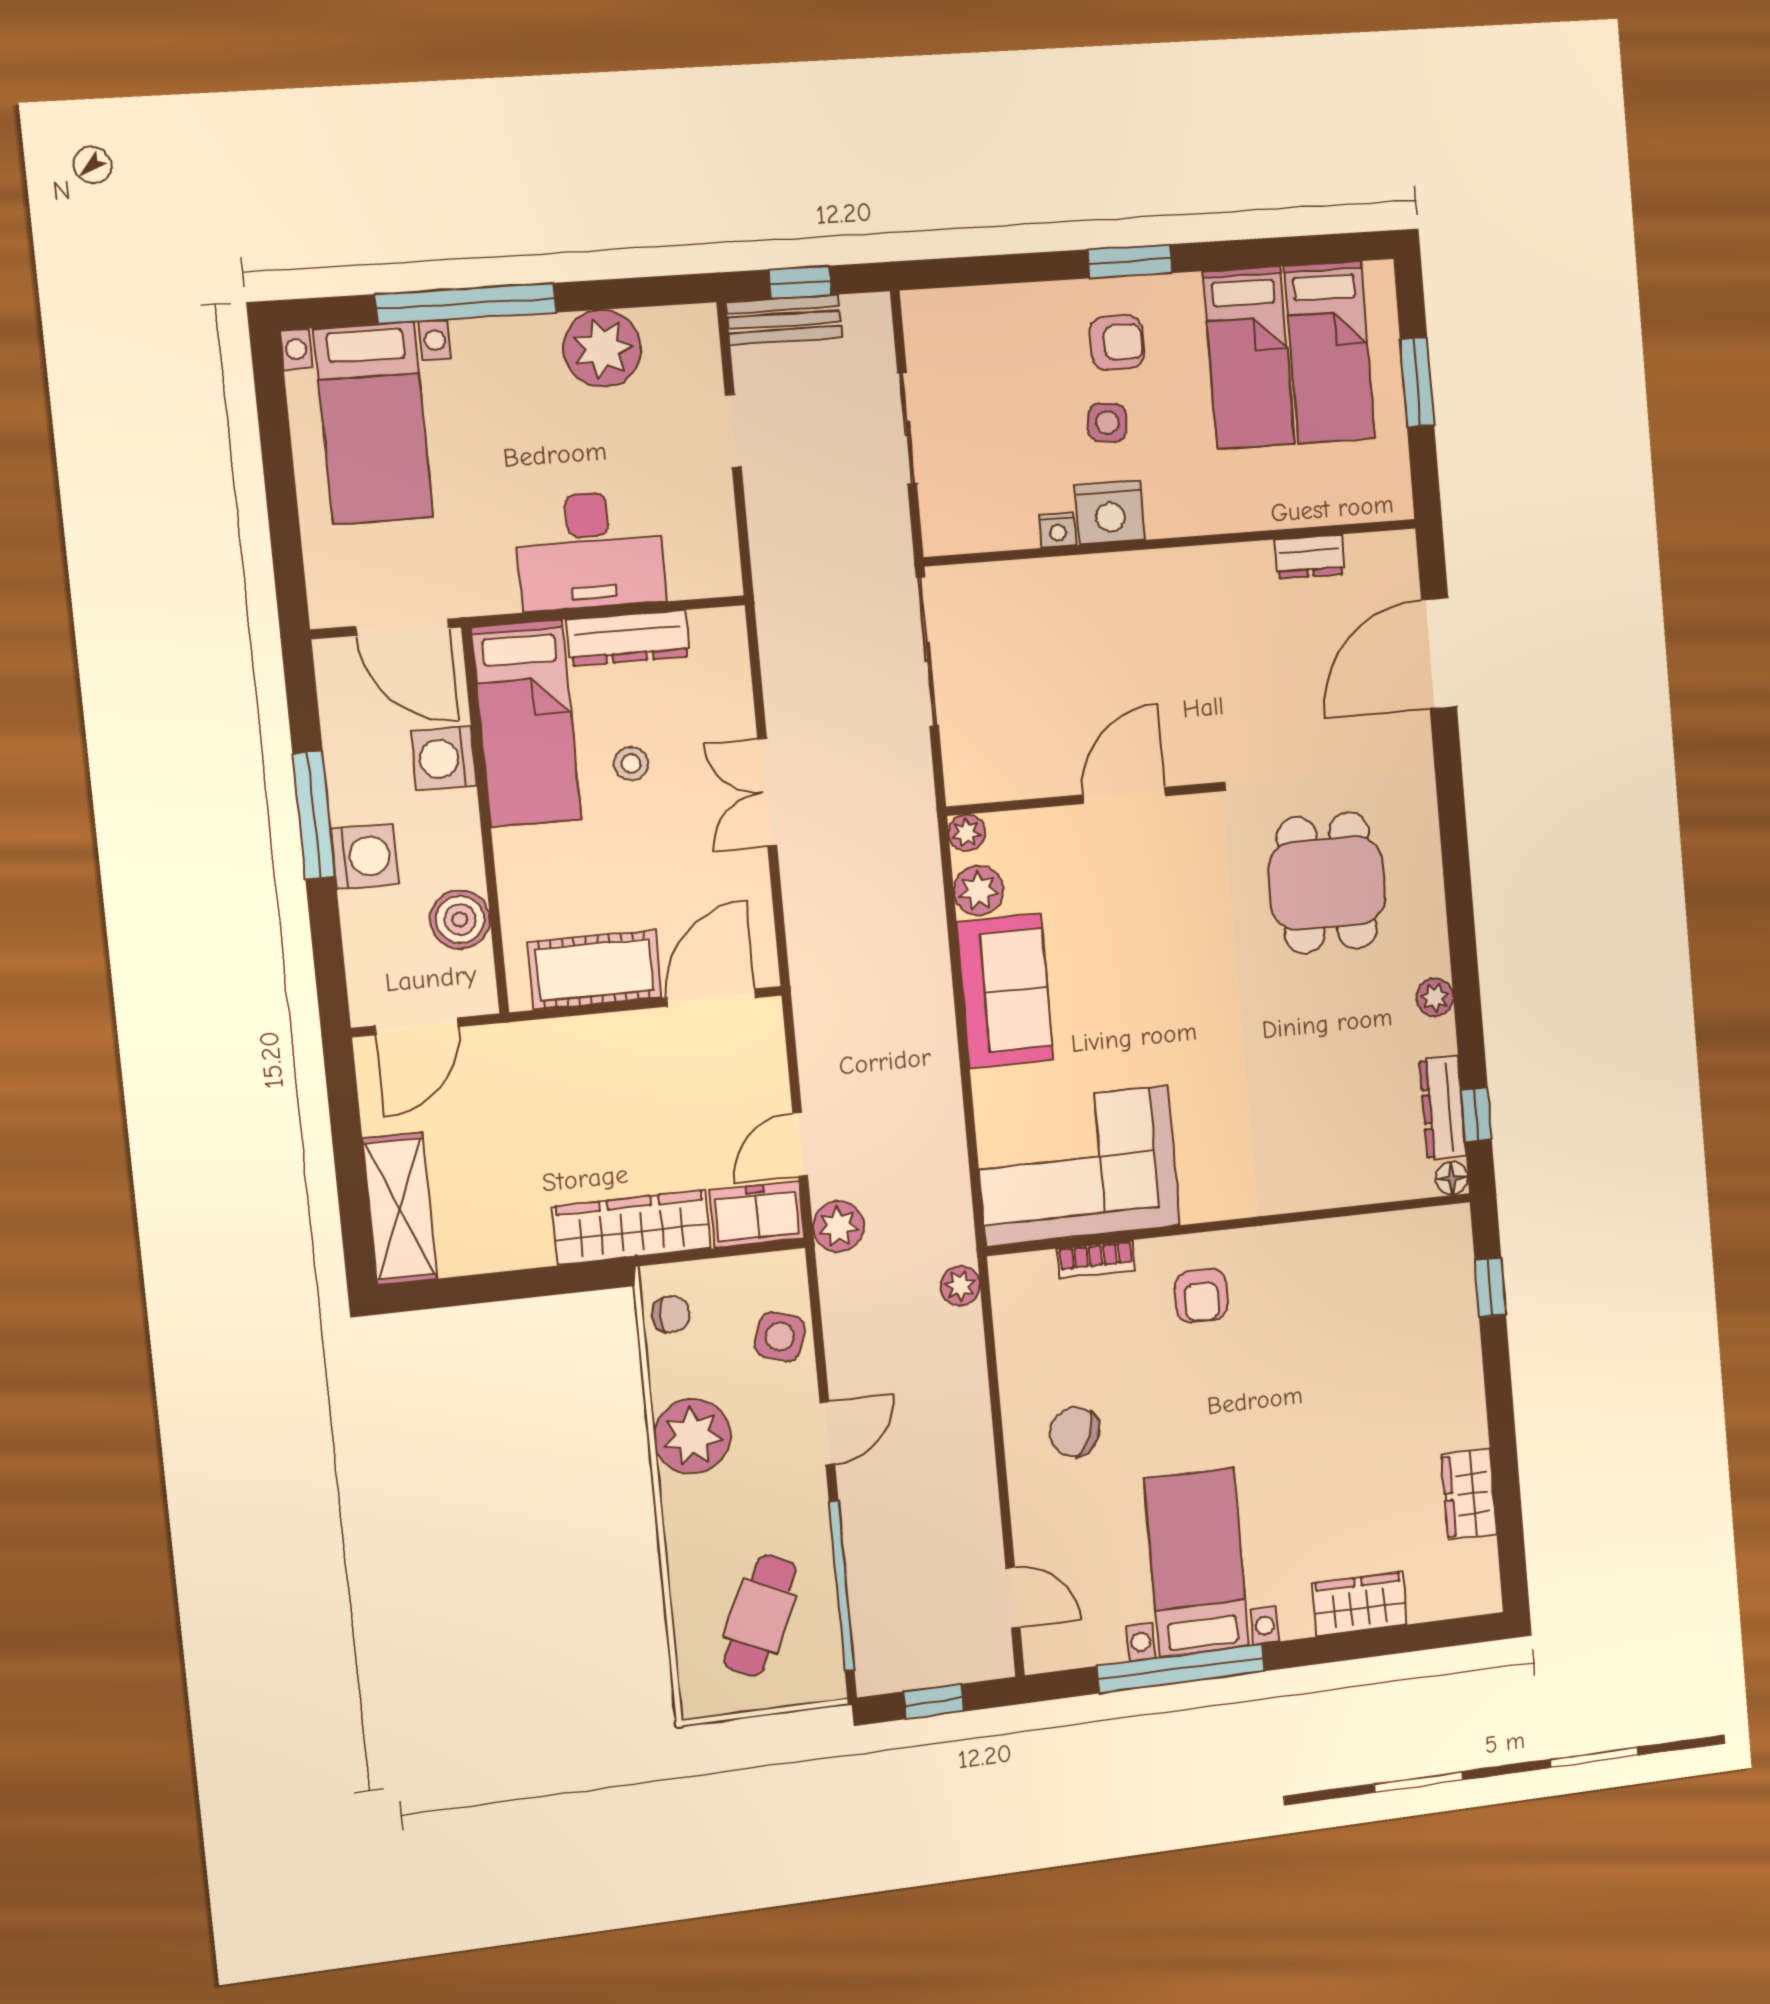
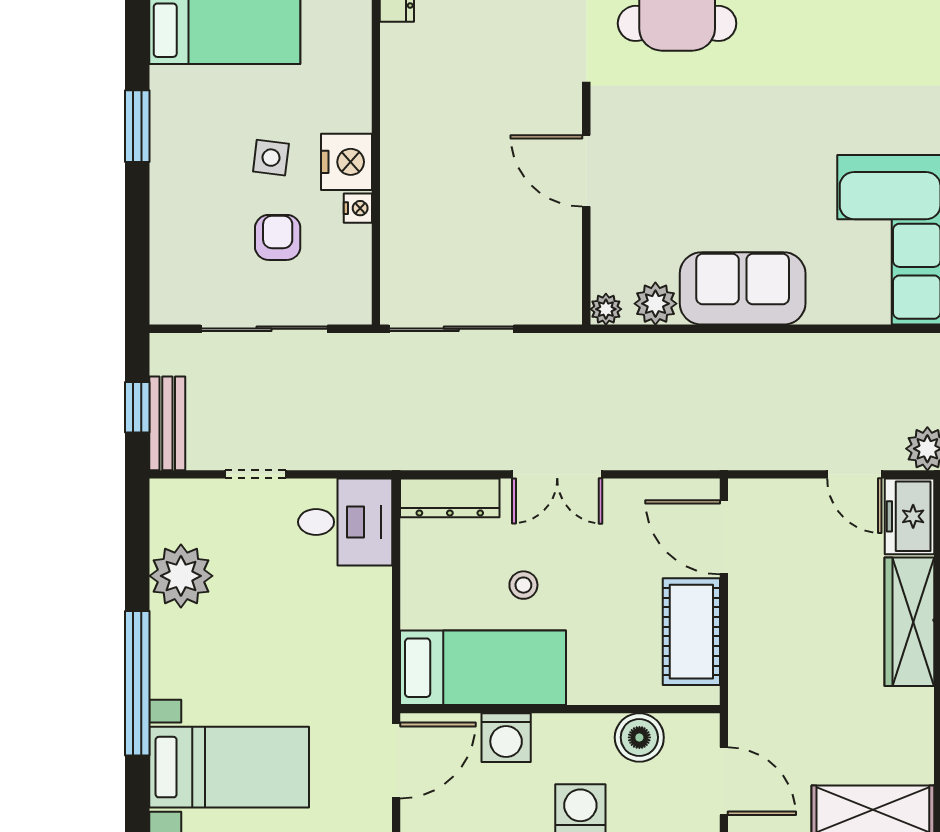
armchair: (1117, 342) -> (278, 237), moved
sliding door: (907, 429) -> (264, 329), width x1.37
desk: (590, 550) -> (345, 522), moved, width x0.73
dresser: (628, 638) -> (450, 498), moved, turned 90

